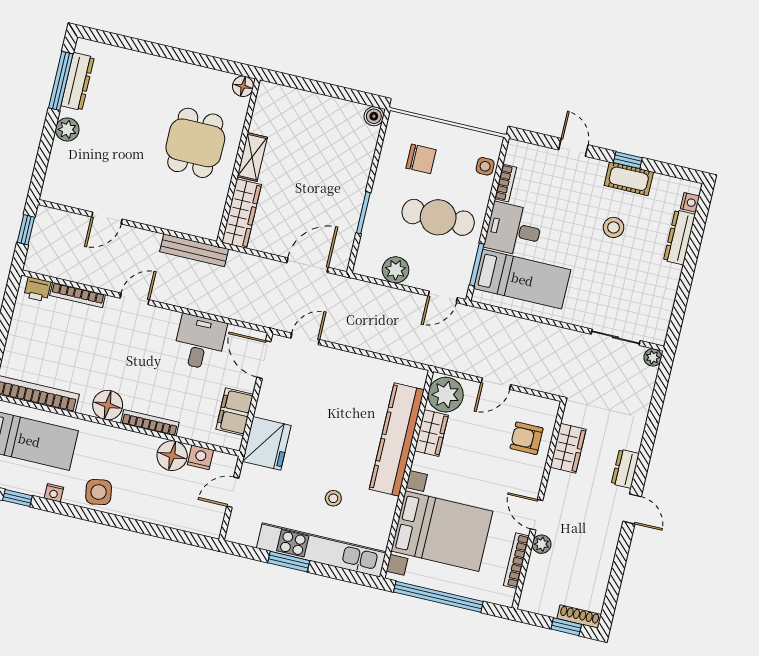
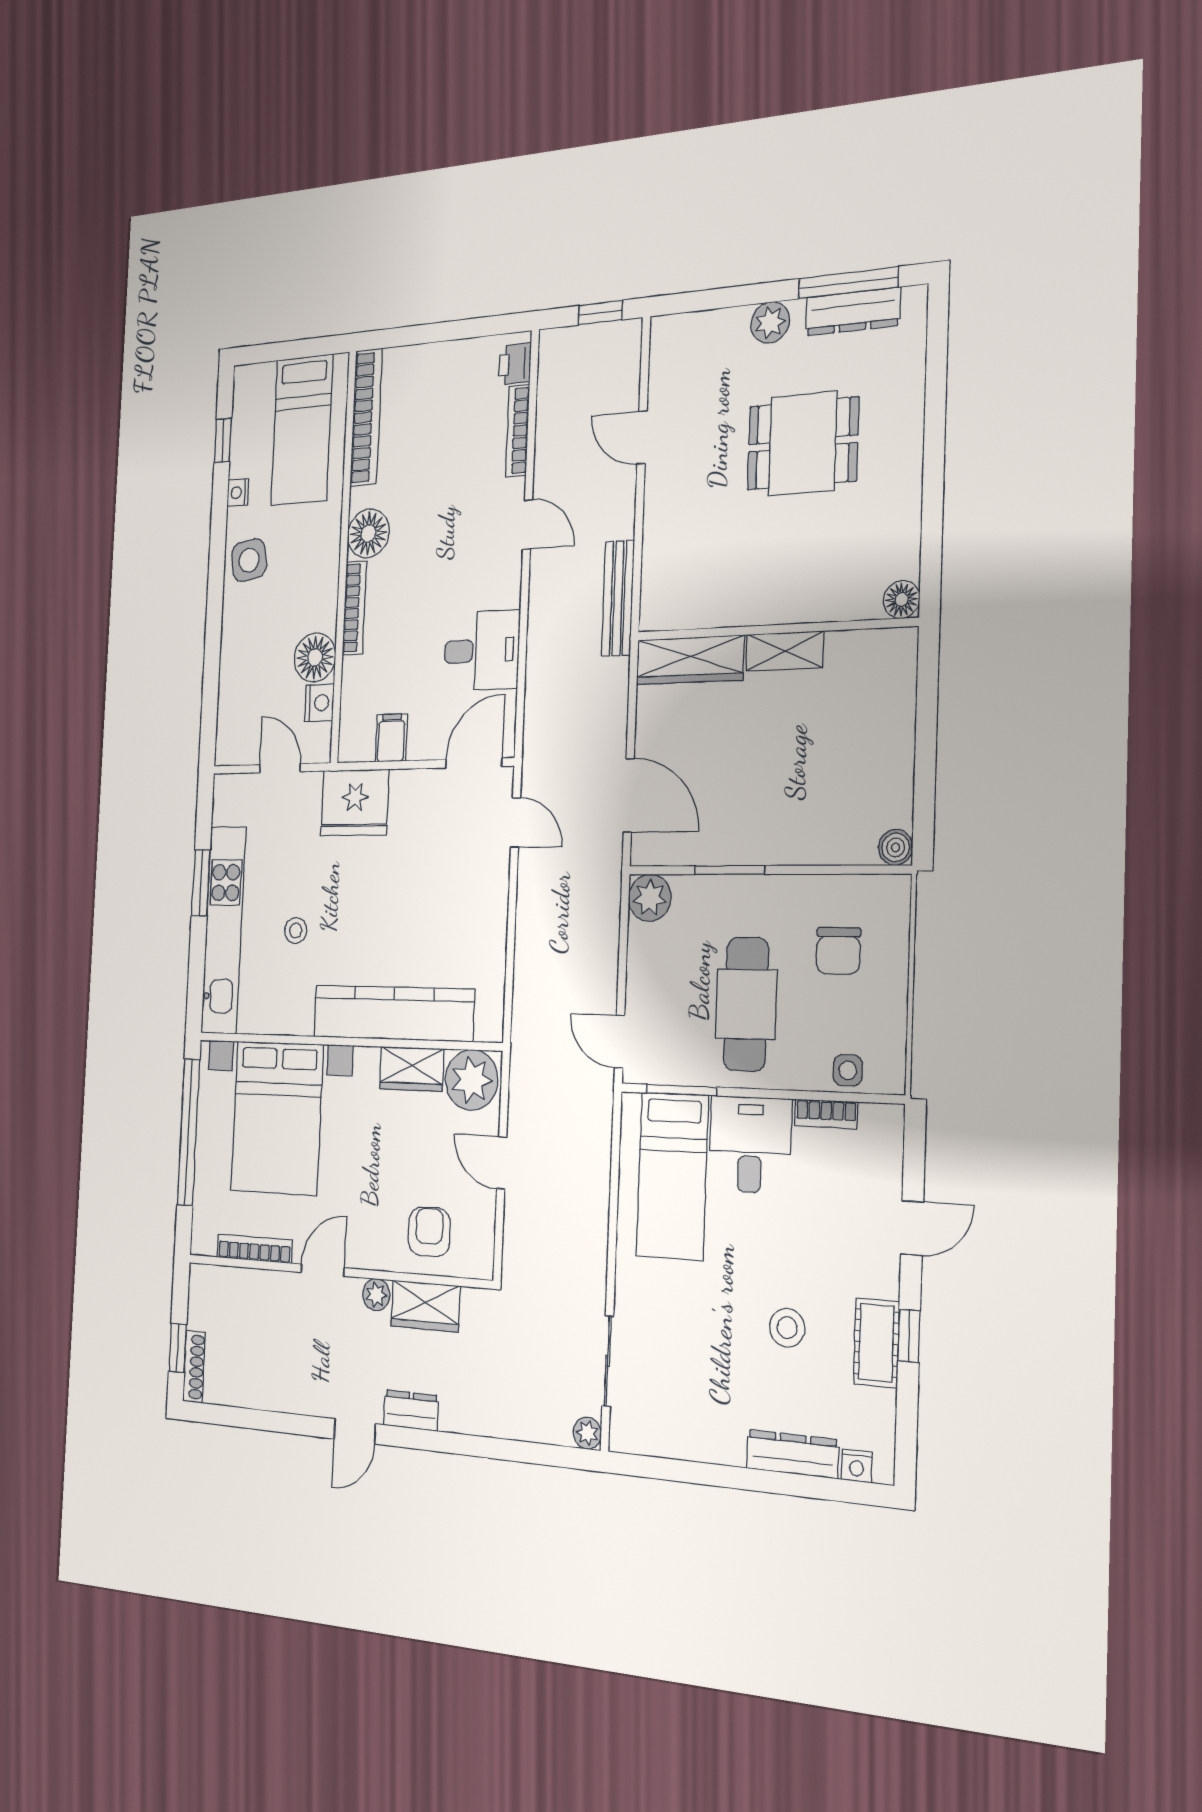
dining table: (195, 143) -> (803, 444), moved
plant: (396, 270) -> (650, 898), moved
filing cabinet: (235, 412) -> (391, 738), width x0.50
plant: (542, 544) -> (376, 1295), moved

